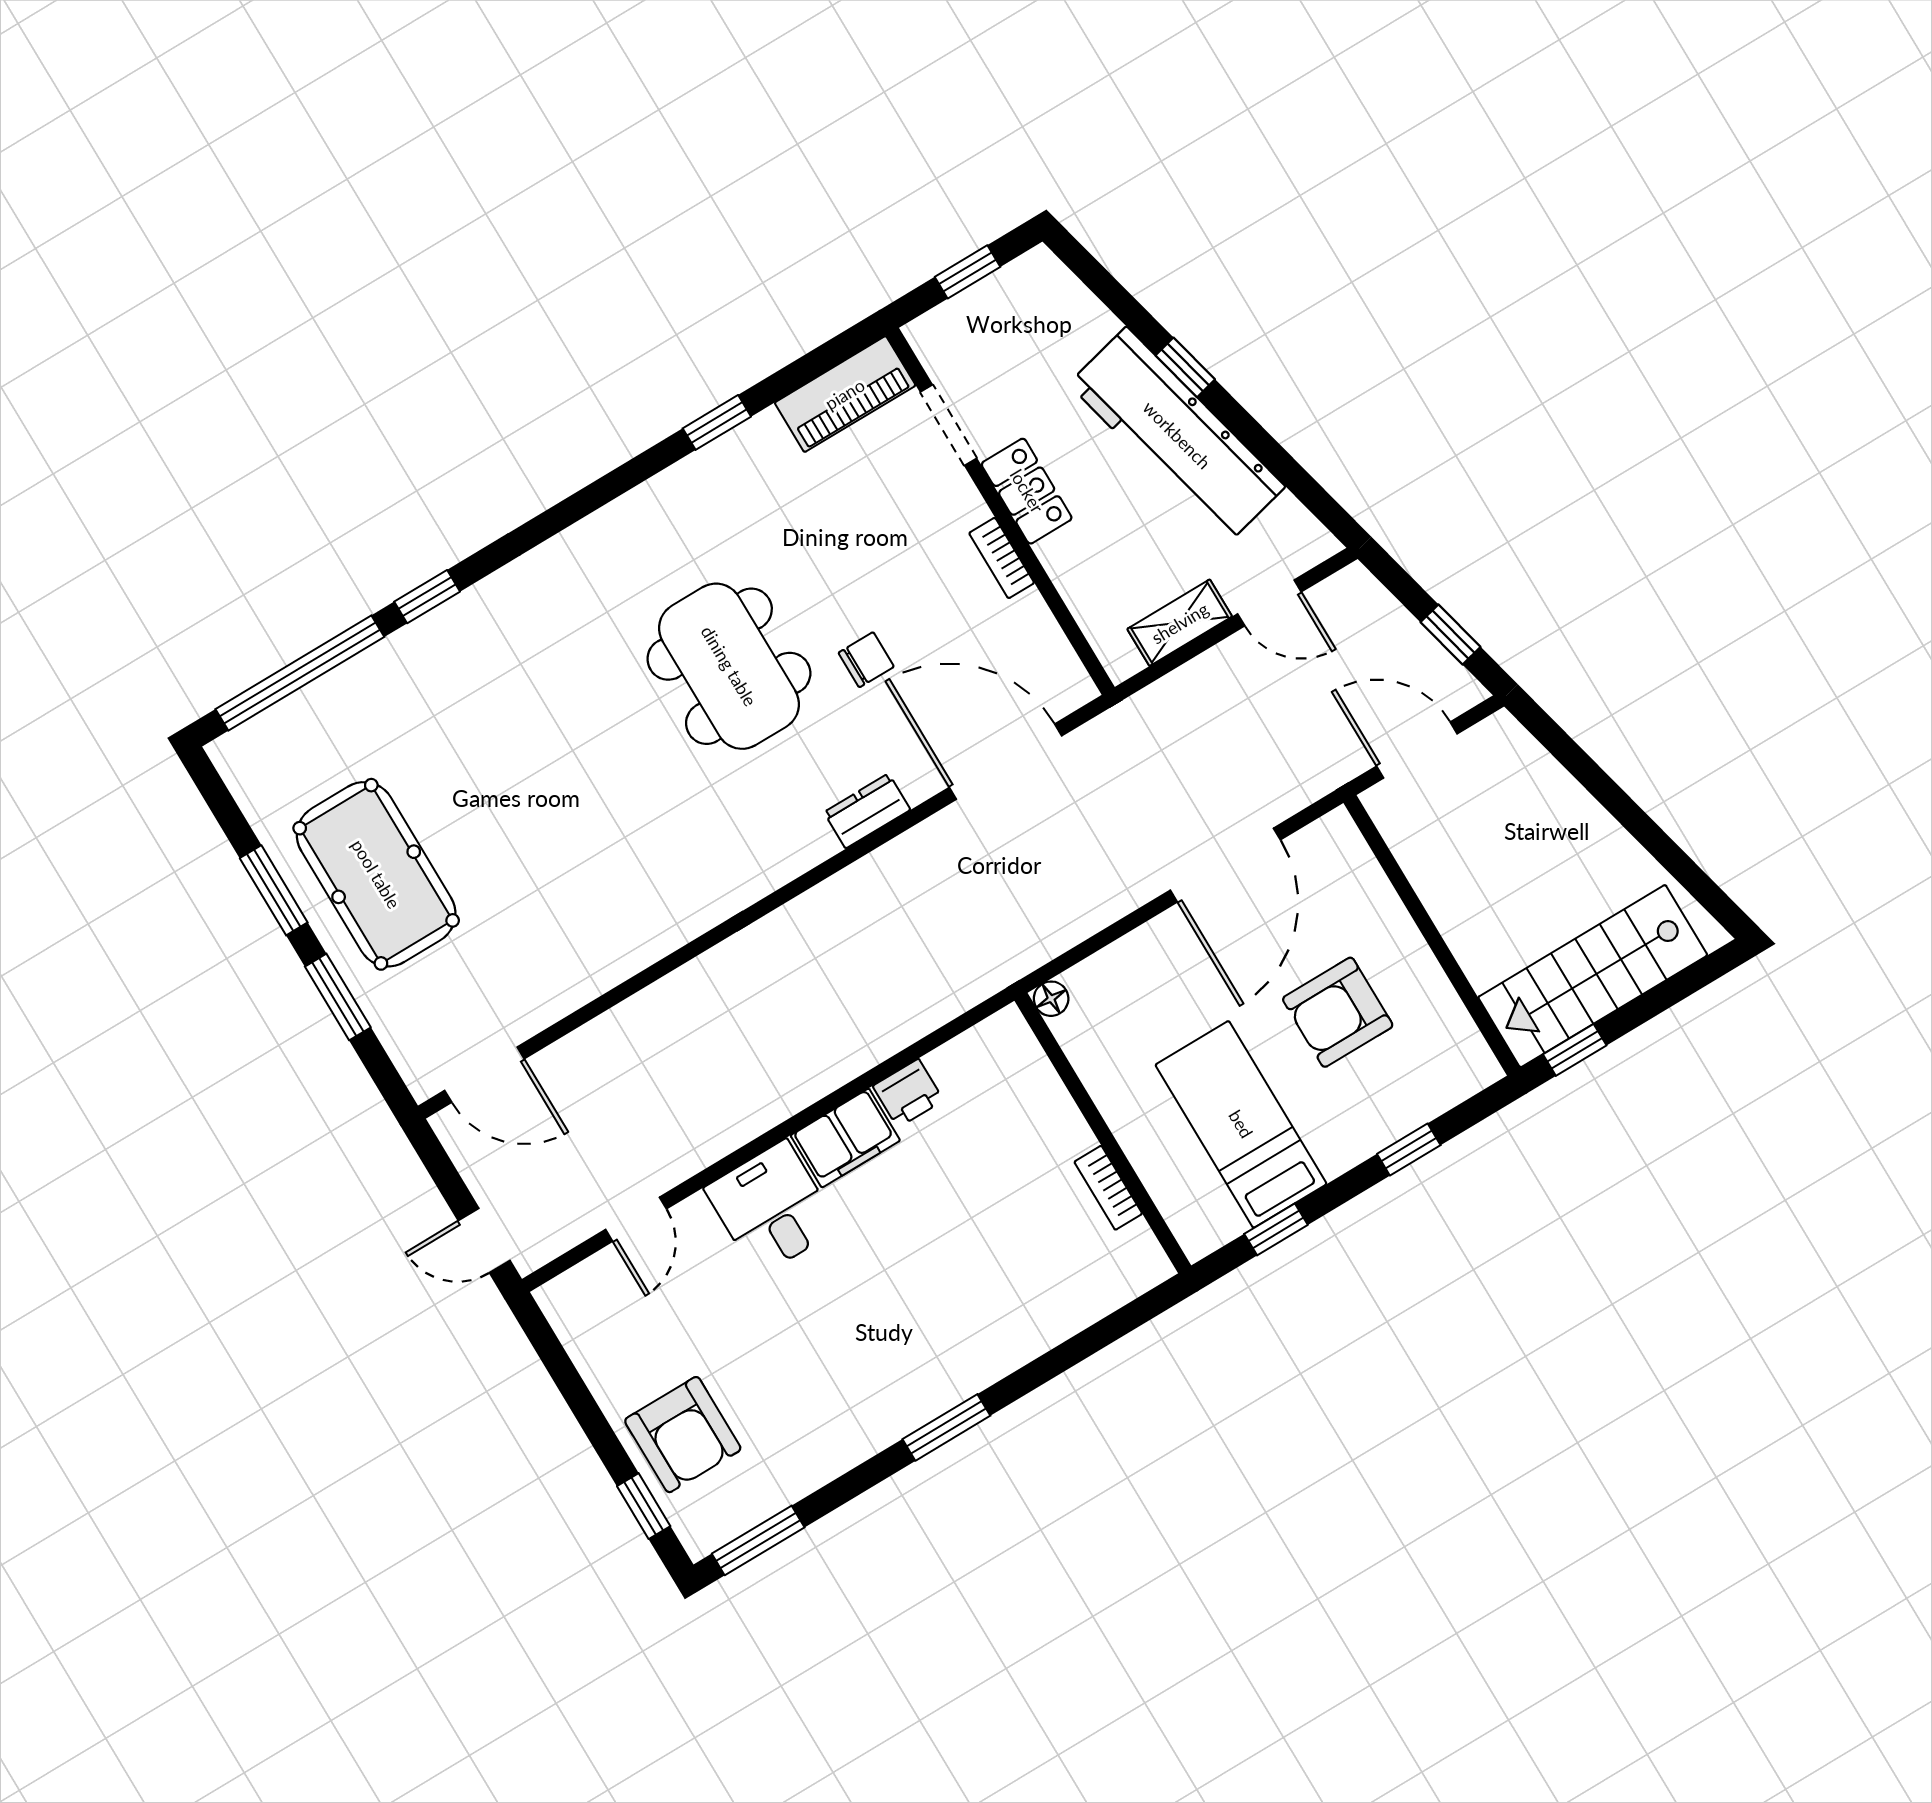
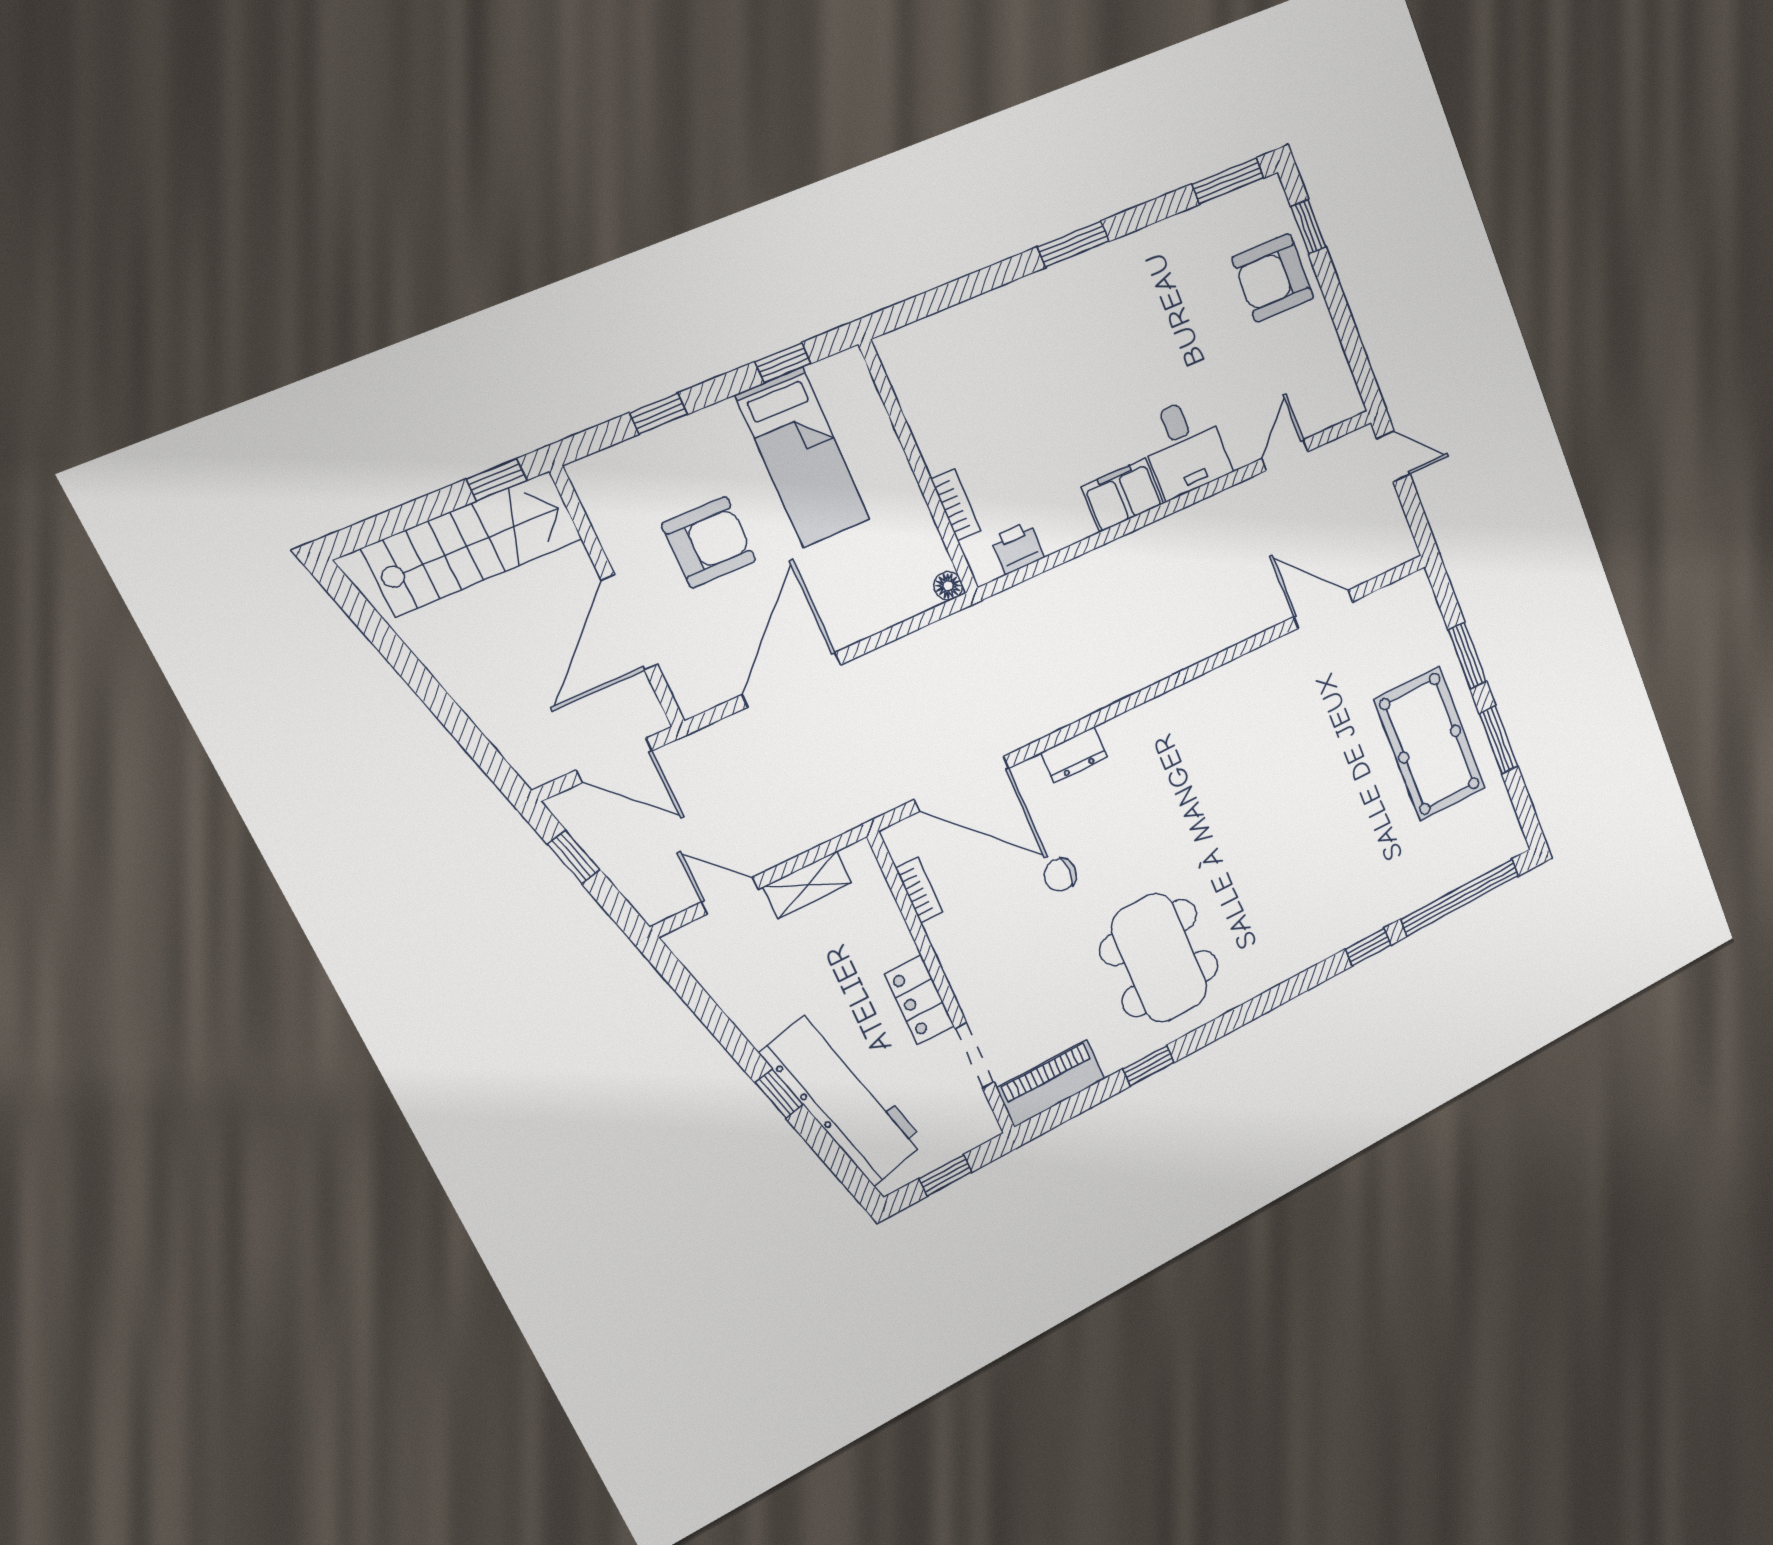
workbench: (1177, 435) -> (843, 1098), moved
bookcase: (1002, 558) -> (919, 890), moved
dining table: (729, 666) -> (1159, 958), moved
door: (1416, 910) -> (630, 622), added
door: (484, 1075) -> (1323, 609), moved
printer: (908, 1093) -> (1018, 548), moved
bookcase: (1108, 1188) -> (956, 505), moved
armchair: (683, 1435) -> (1273, 278), turned -90

